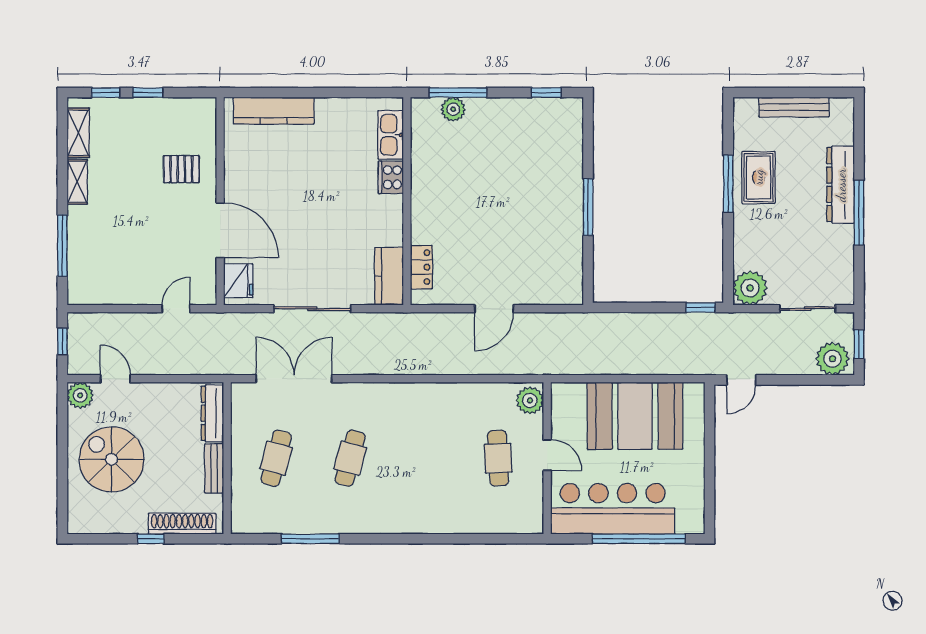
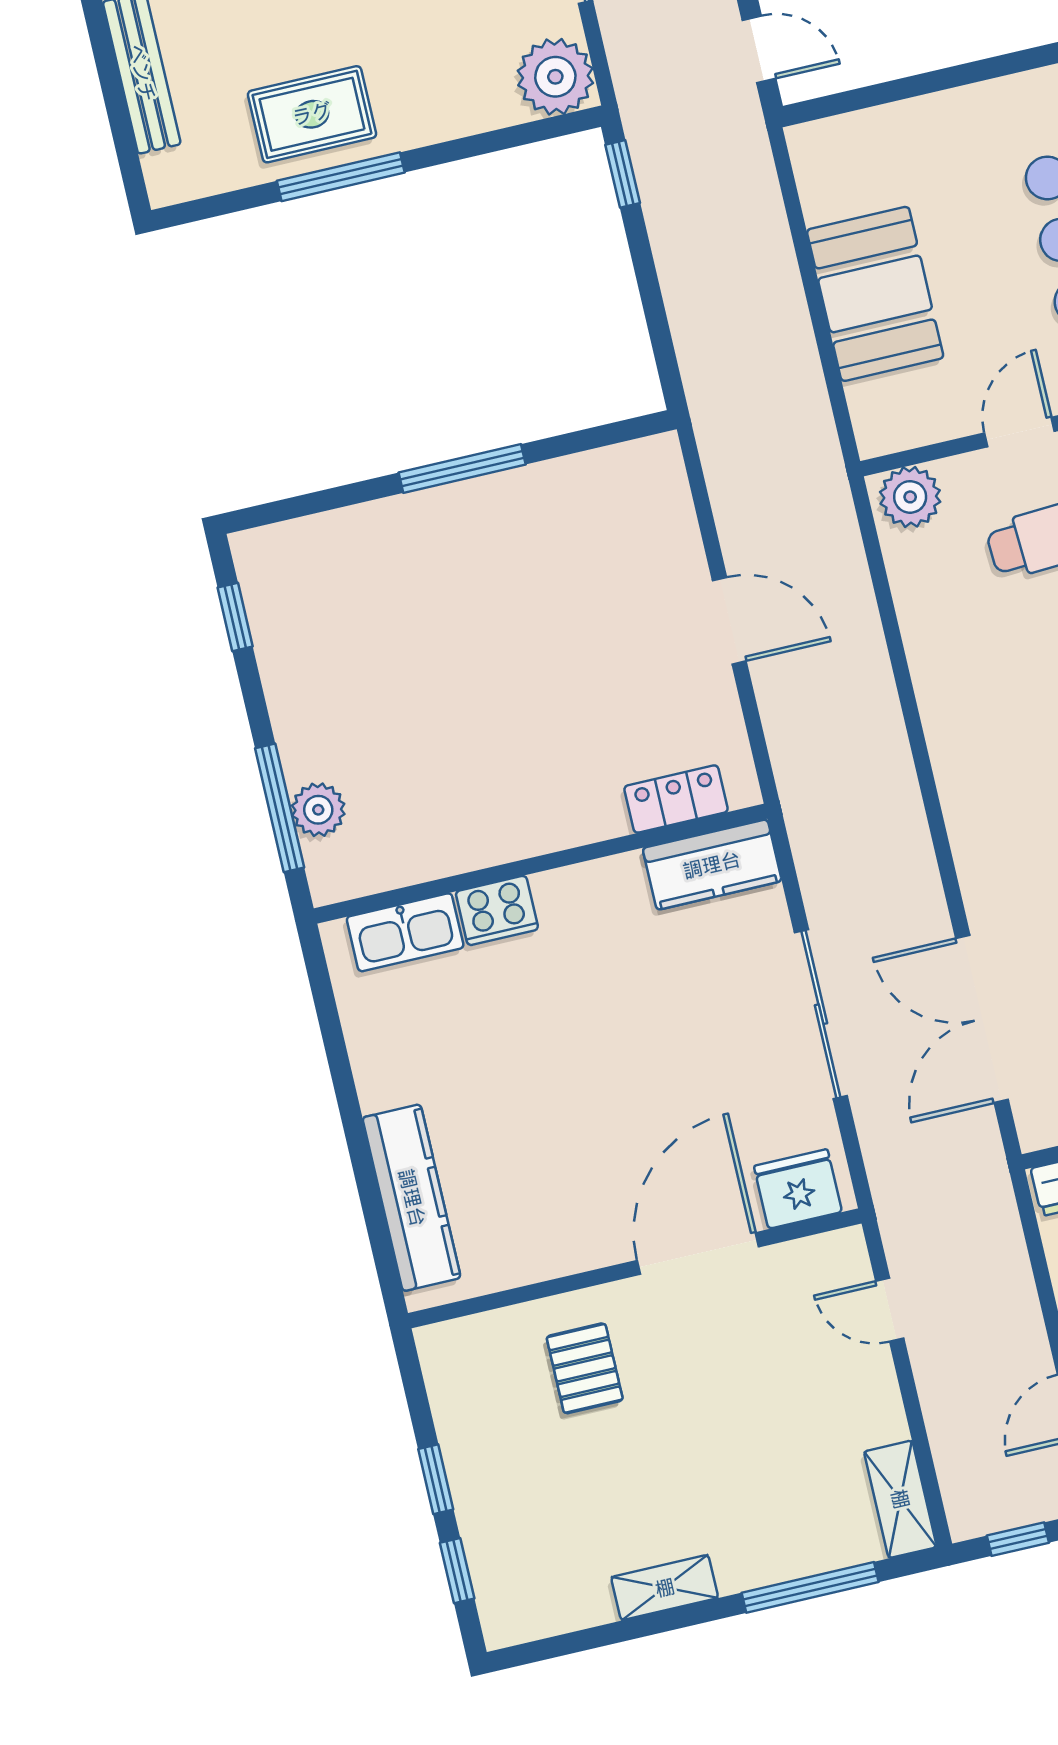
shelving: (78, 133) -> (900, 1499), moved, turned 90
booth: (635, 416) -> (875, 294), width x0.73, depth x0.70

